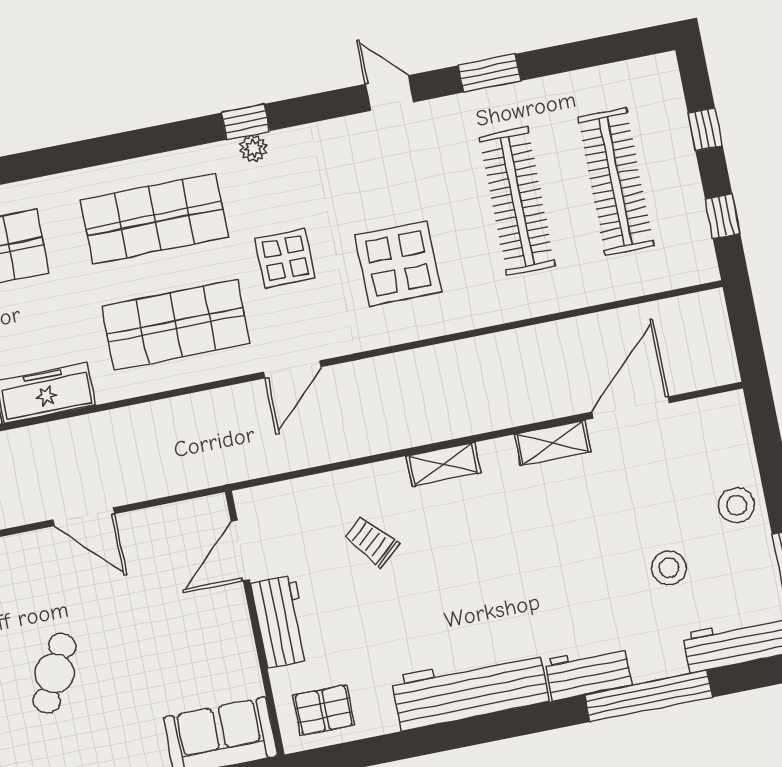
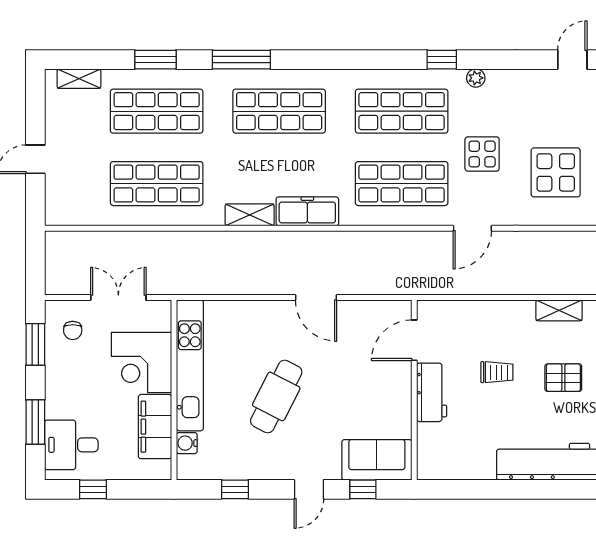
door: (389, 93) -> (572, 60), hinge flipped
window: (246, 122) -> (442, 60), moved
trolley: (372, 542) -> (497, 372), moved, turned 131
cafe table: (54, 673) -> (276, 396), width x1.37, depth x1.35
pallet: (324, 710) -> (563, 378), moved

